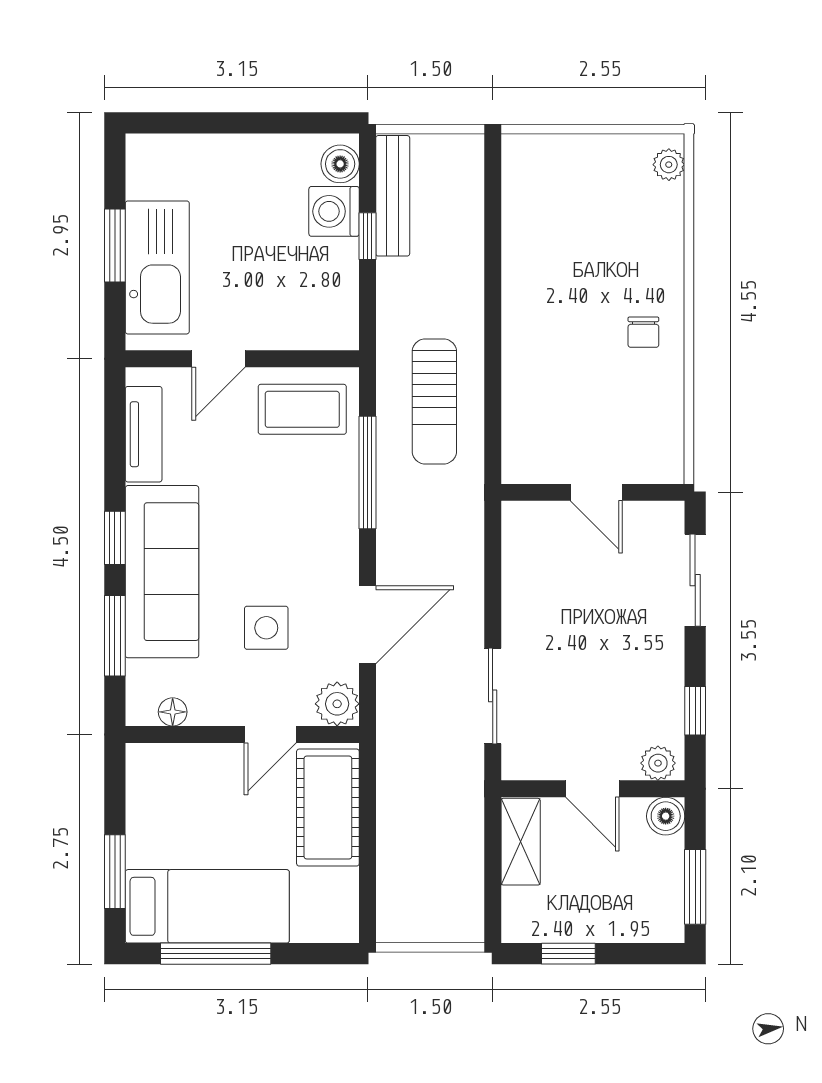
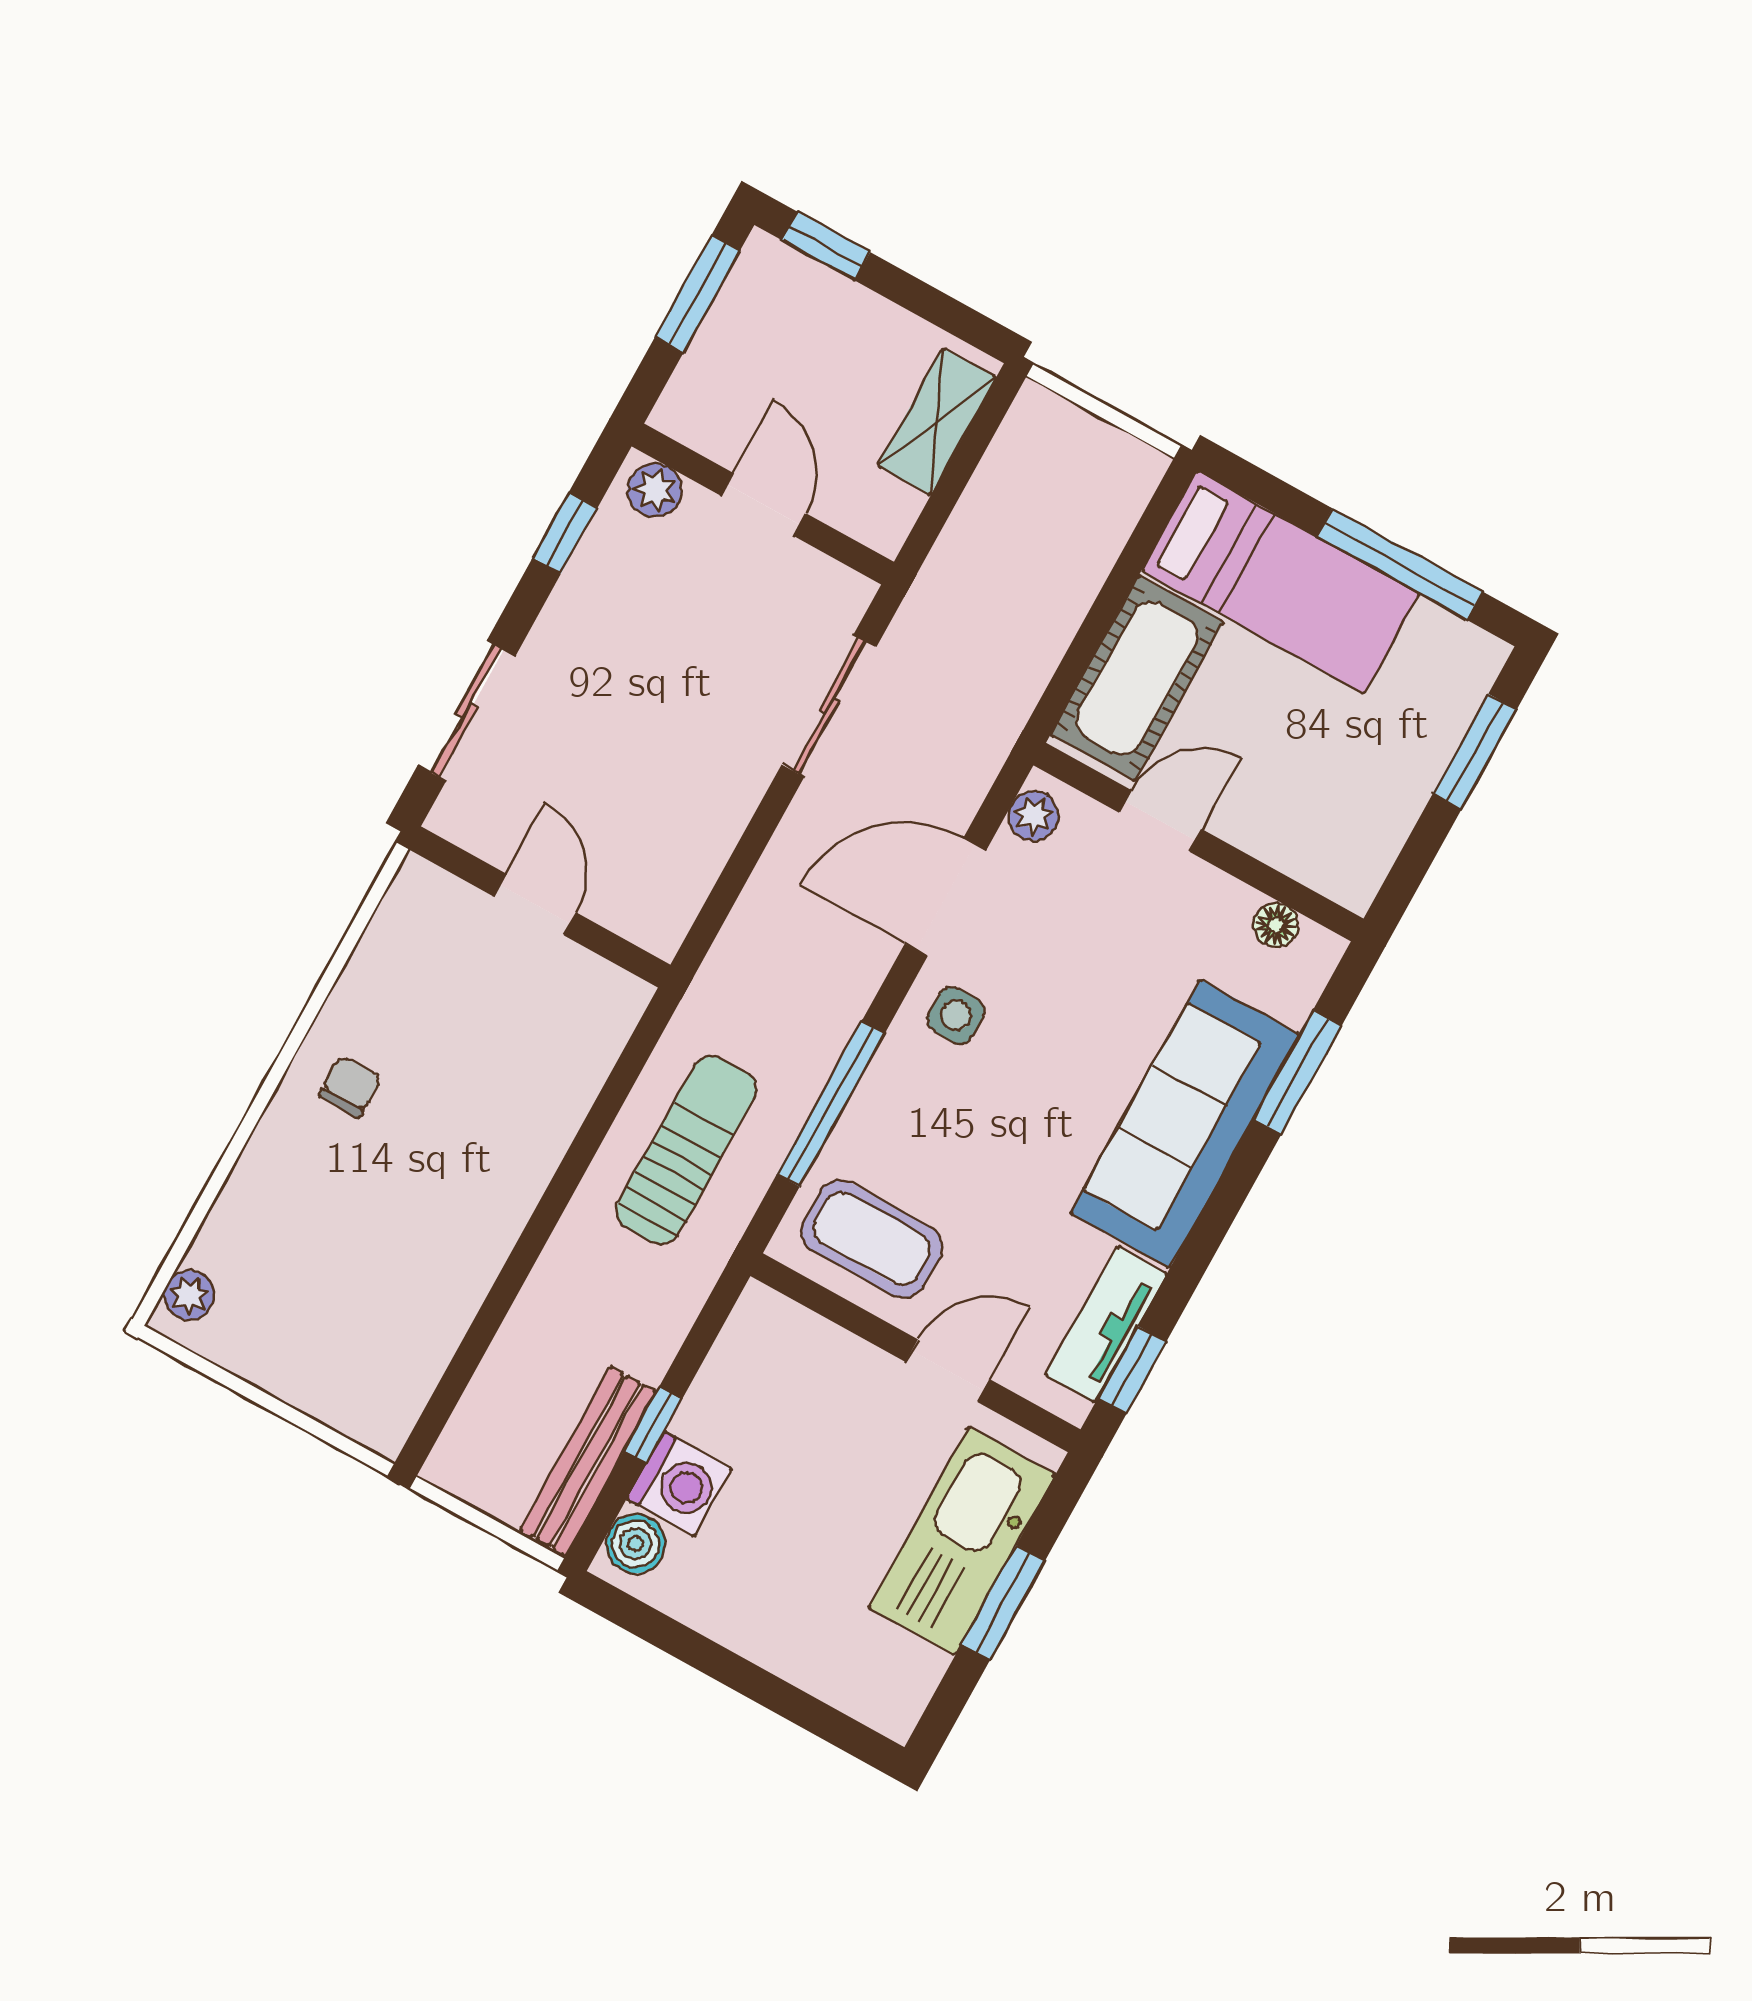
window: (115, 538) -> (1132, 1370), moved
side table: (266, 628) -> (956, 1015), moved, width x0.73, depth x0.73
plant: (337, 704) -> (1034, 816), width x0.73, depth x0.73
boiler: (666, 816) -> (684, 412), removed
shelving: (521, 842) -> (937, 422), moved
bed: (207, 906) -> (1280, 582), moved, turned 180
window: (568, 954) -> (826, 246), moved

